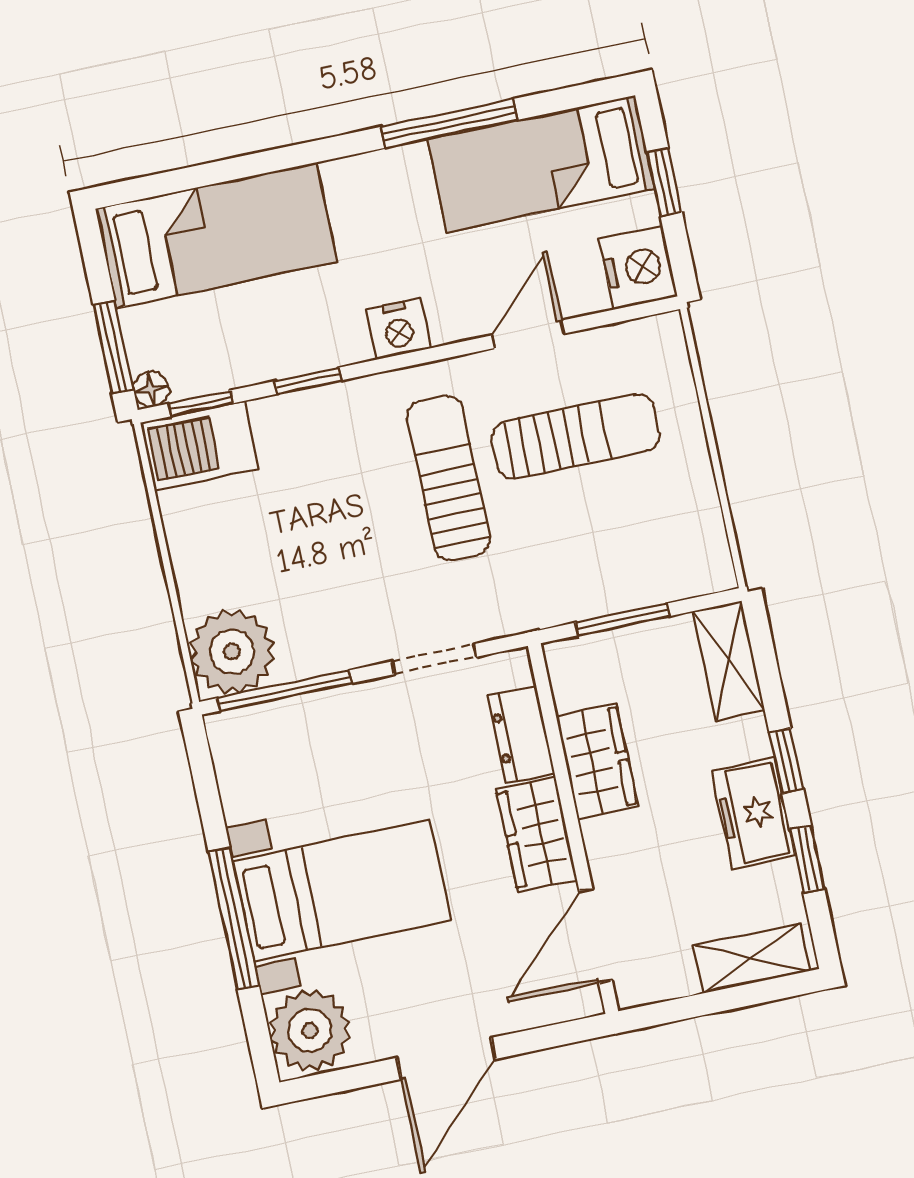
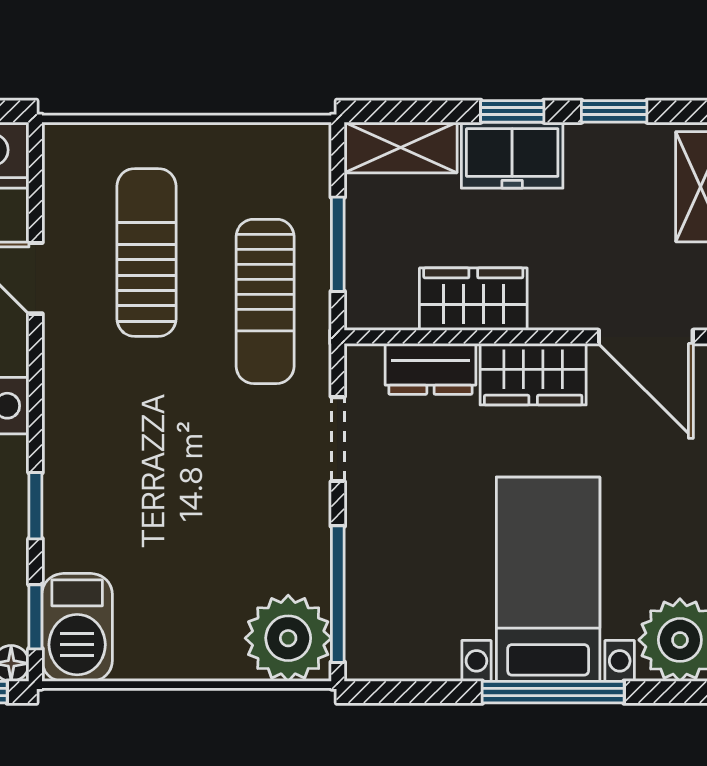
sun lounger: (449, 478) -> (265, 301), moved, turned -90
freezer: (753, 813) -> (512, 155), moved

